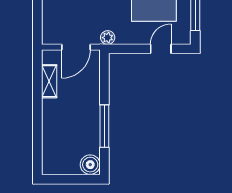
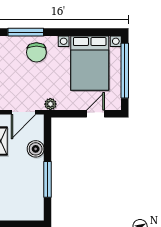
boiler: (90, 165) -> (36, 149), moved

